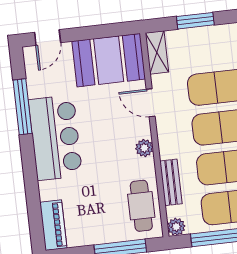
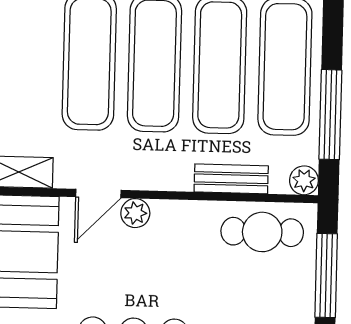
plant: (144, 148) -> (135, 213), moved

